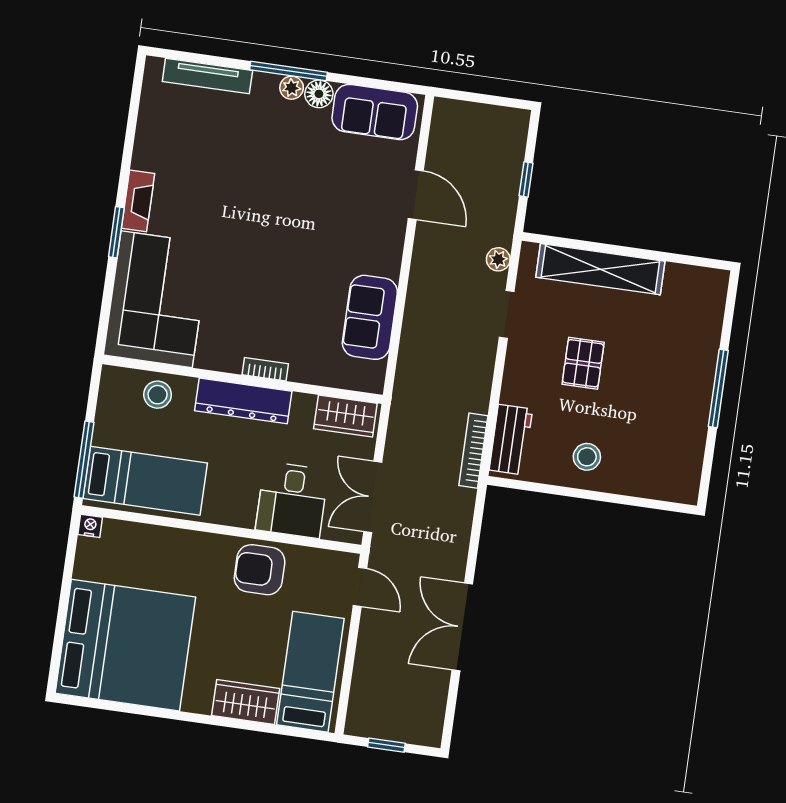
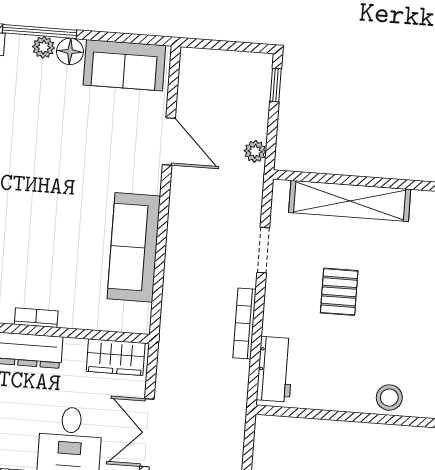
window: (526, 179) -> (276, 85), moved
plant: (498, 259) -> (255, 151), moved
sofa: (370, 317) -> (134, 247), width x1.36
bookcase: (473, 451) -> (244, 324), moved
stool: (587, 457) -> (389, 398), moved

